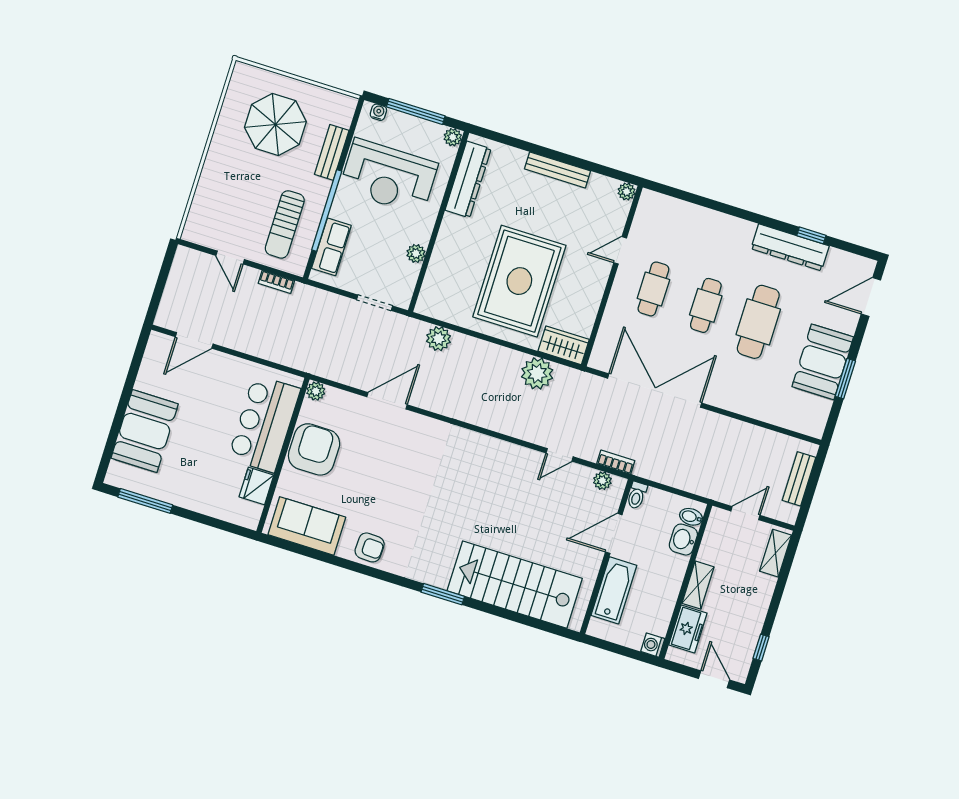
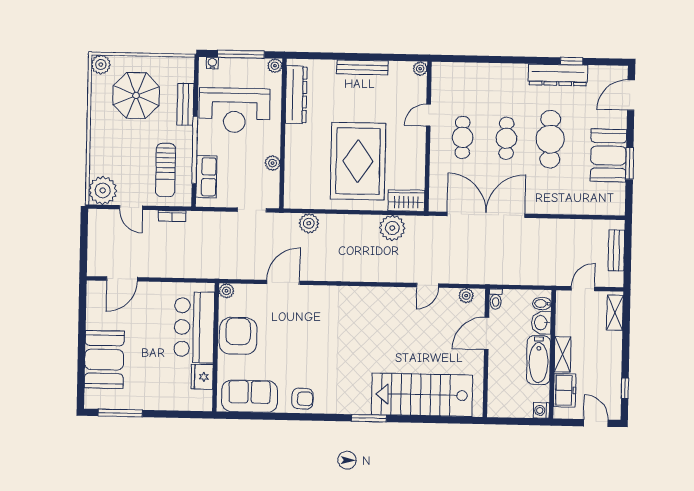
plant: (244, 75) -> (101, 65), added
plant: (202, 227) -> (103, 190), added
bookcase: (616, 462) -> (472, 278), removed
bathtub: (614, 590) -> (539, 360), moved, turned 180

